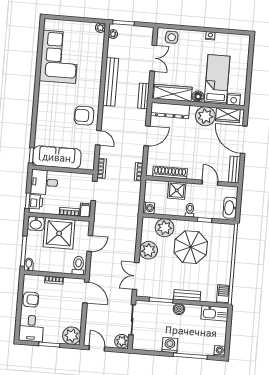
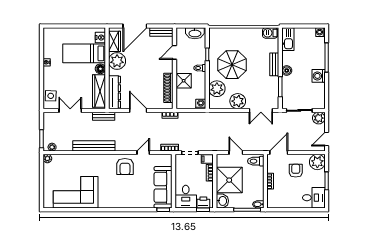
armchair: (31, 300) -> (296, 171), moved

